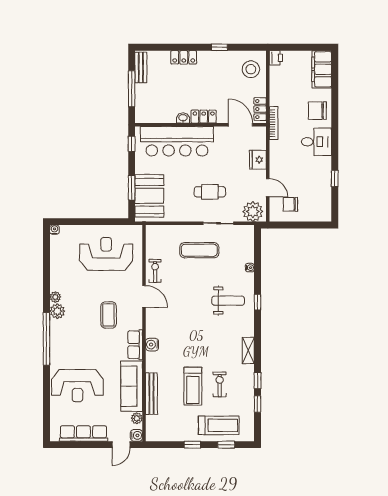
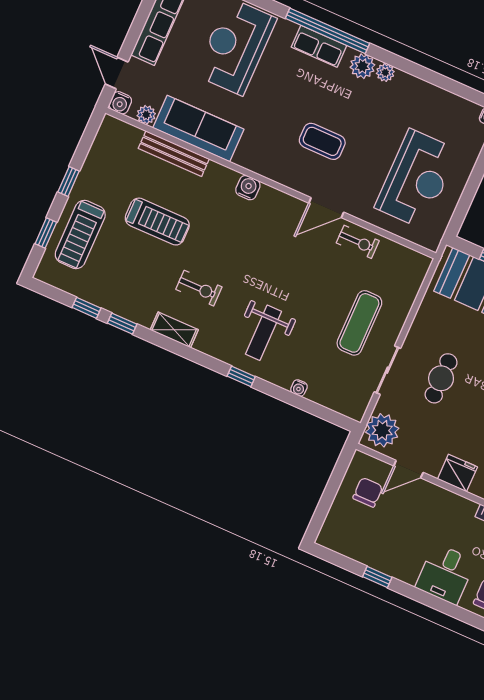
row of seats: (135, 345) -> (319, 46), moved, turned 180
exercise bike: (220, 384) -> (199, 288), moved
treadmill: (193, 386) -> (157, 222), turned 180

